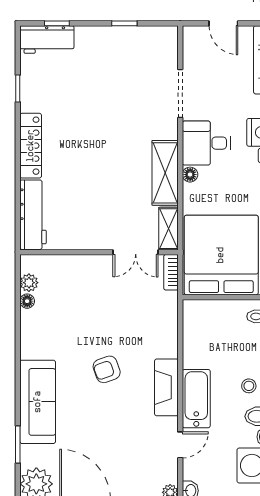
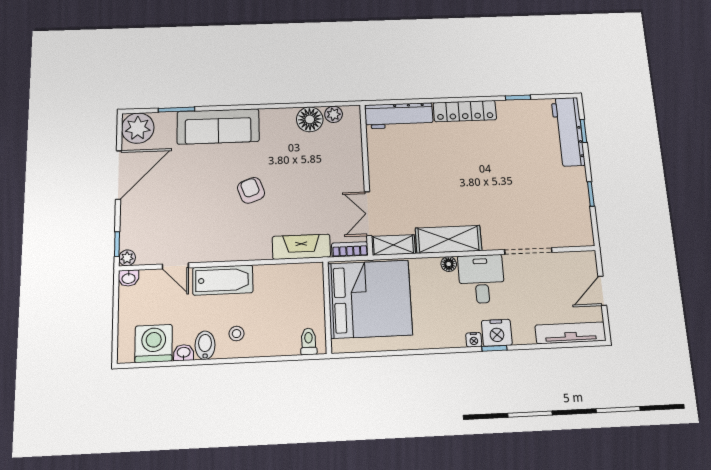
workbench: (47, 39) -> (568, 132), width x1.38
floor lamp: (27, 301) -> (310, 119), width x1.89, depth x1.89
fireplace: (166, 387) -> (301, 247), moved

